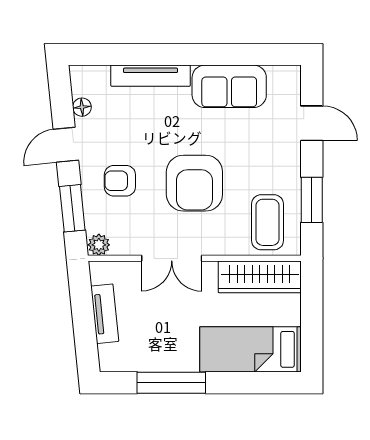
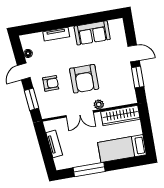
tv unit: (151, 76) -> (56, 34), width x0.71
door: (312, 123) -> (134, 53), moved
armchair: (120, 181) -> (51, 83), turned 180
coffee table: (268, 222) -> (120, 91), removed
plant: (99, 245) -> (99, 104), moved

